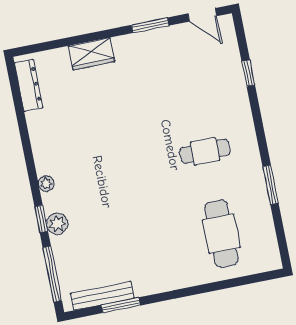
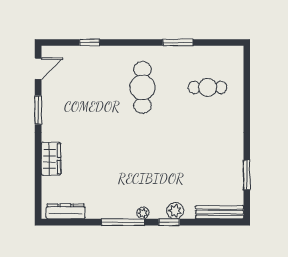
cafe table: (205, 151) -> (142, 87), width x1.37, depth x1.35
cafe table: (221, 234) -> (208, 87), width x0.73, depth x0.74
window: (52, 274) -> (123, 222), moved
bench: (102, 296) -> (220, 212), moved, turned 90

